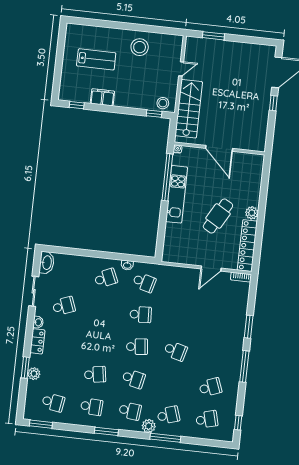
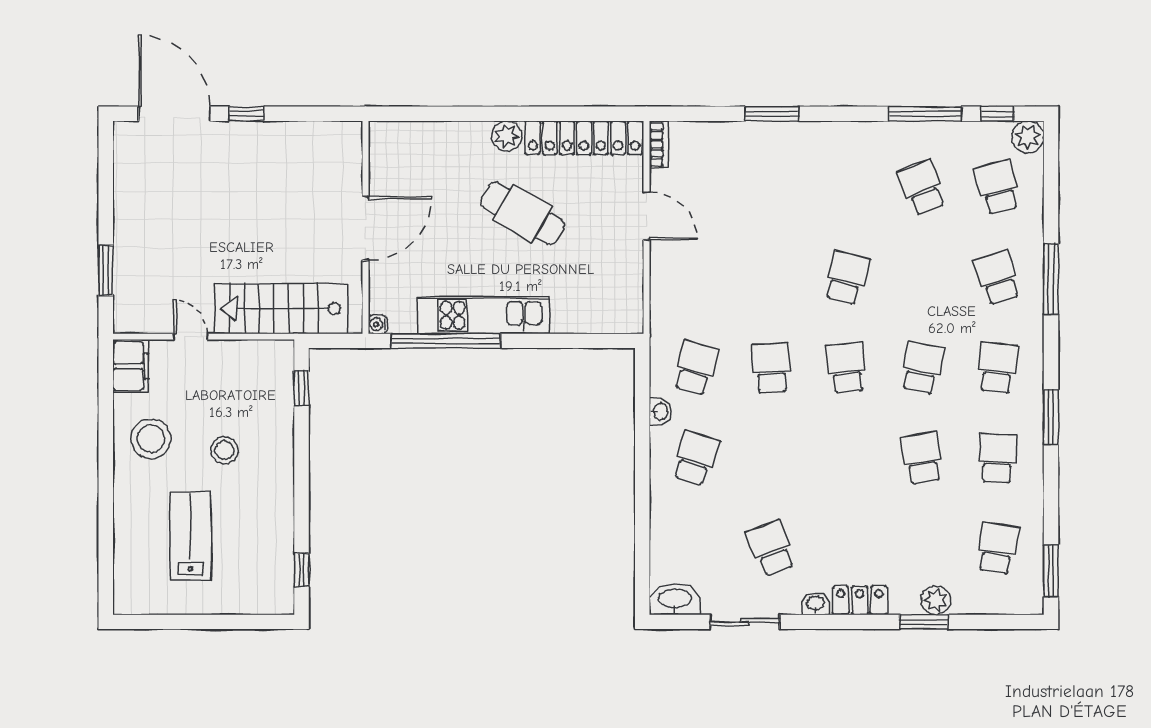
filing cabinet: (102, 97) -> (131, 366), moved, turned 180
stool: (163, 103) -> (225, 450), moved
school desk: (106, 278) -> (696, 458), turned 42
window: (244, 366) -> (925, 114), moved
plant: (149, 426) -> (1028, 137), moved

